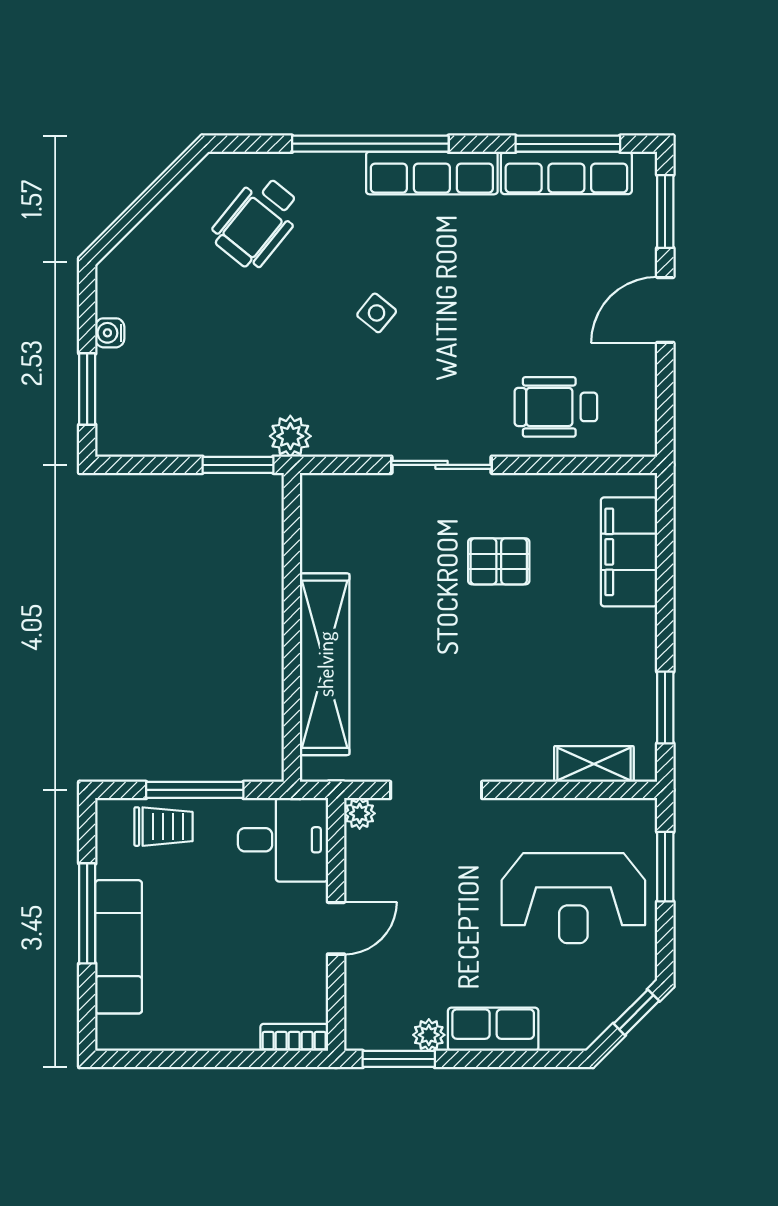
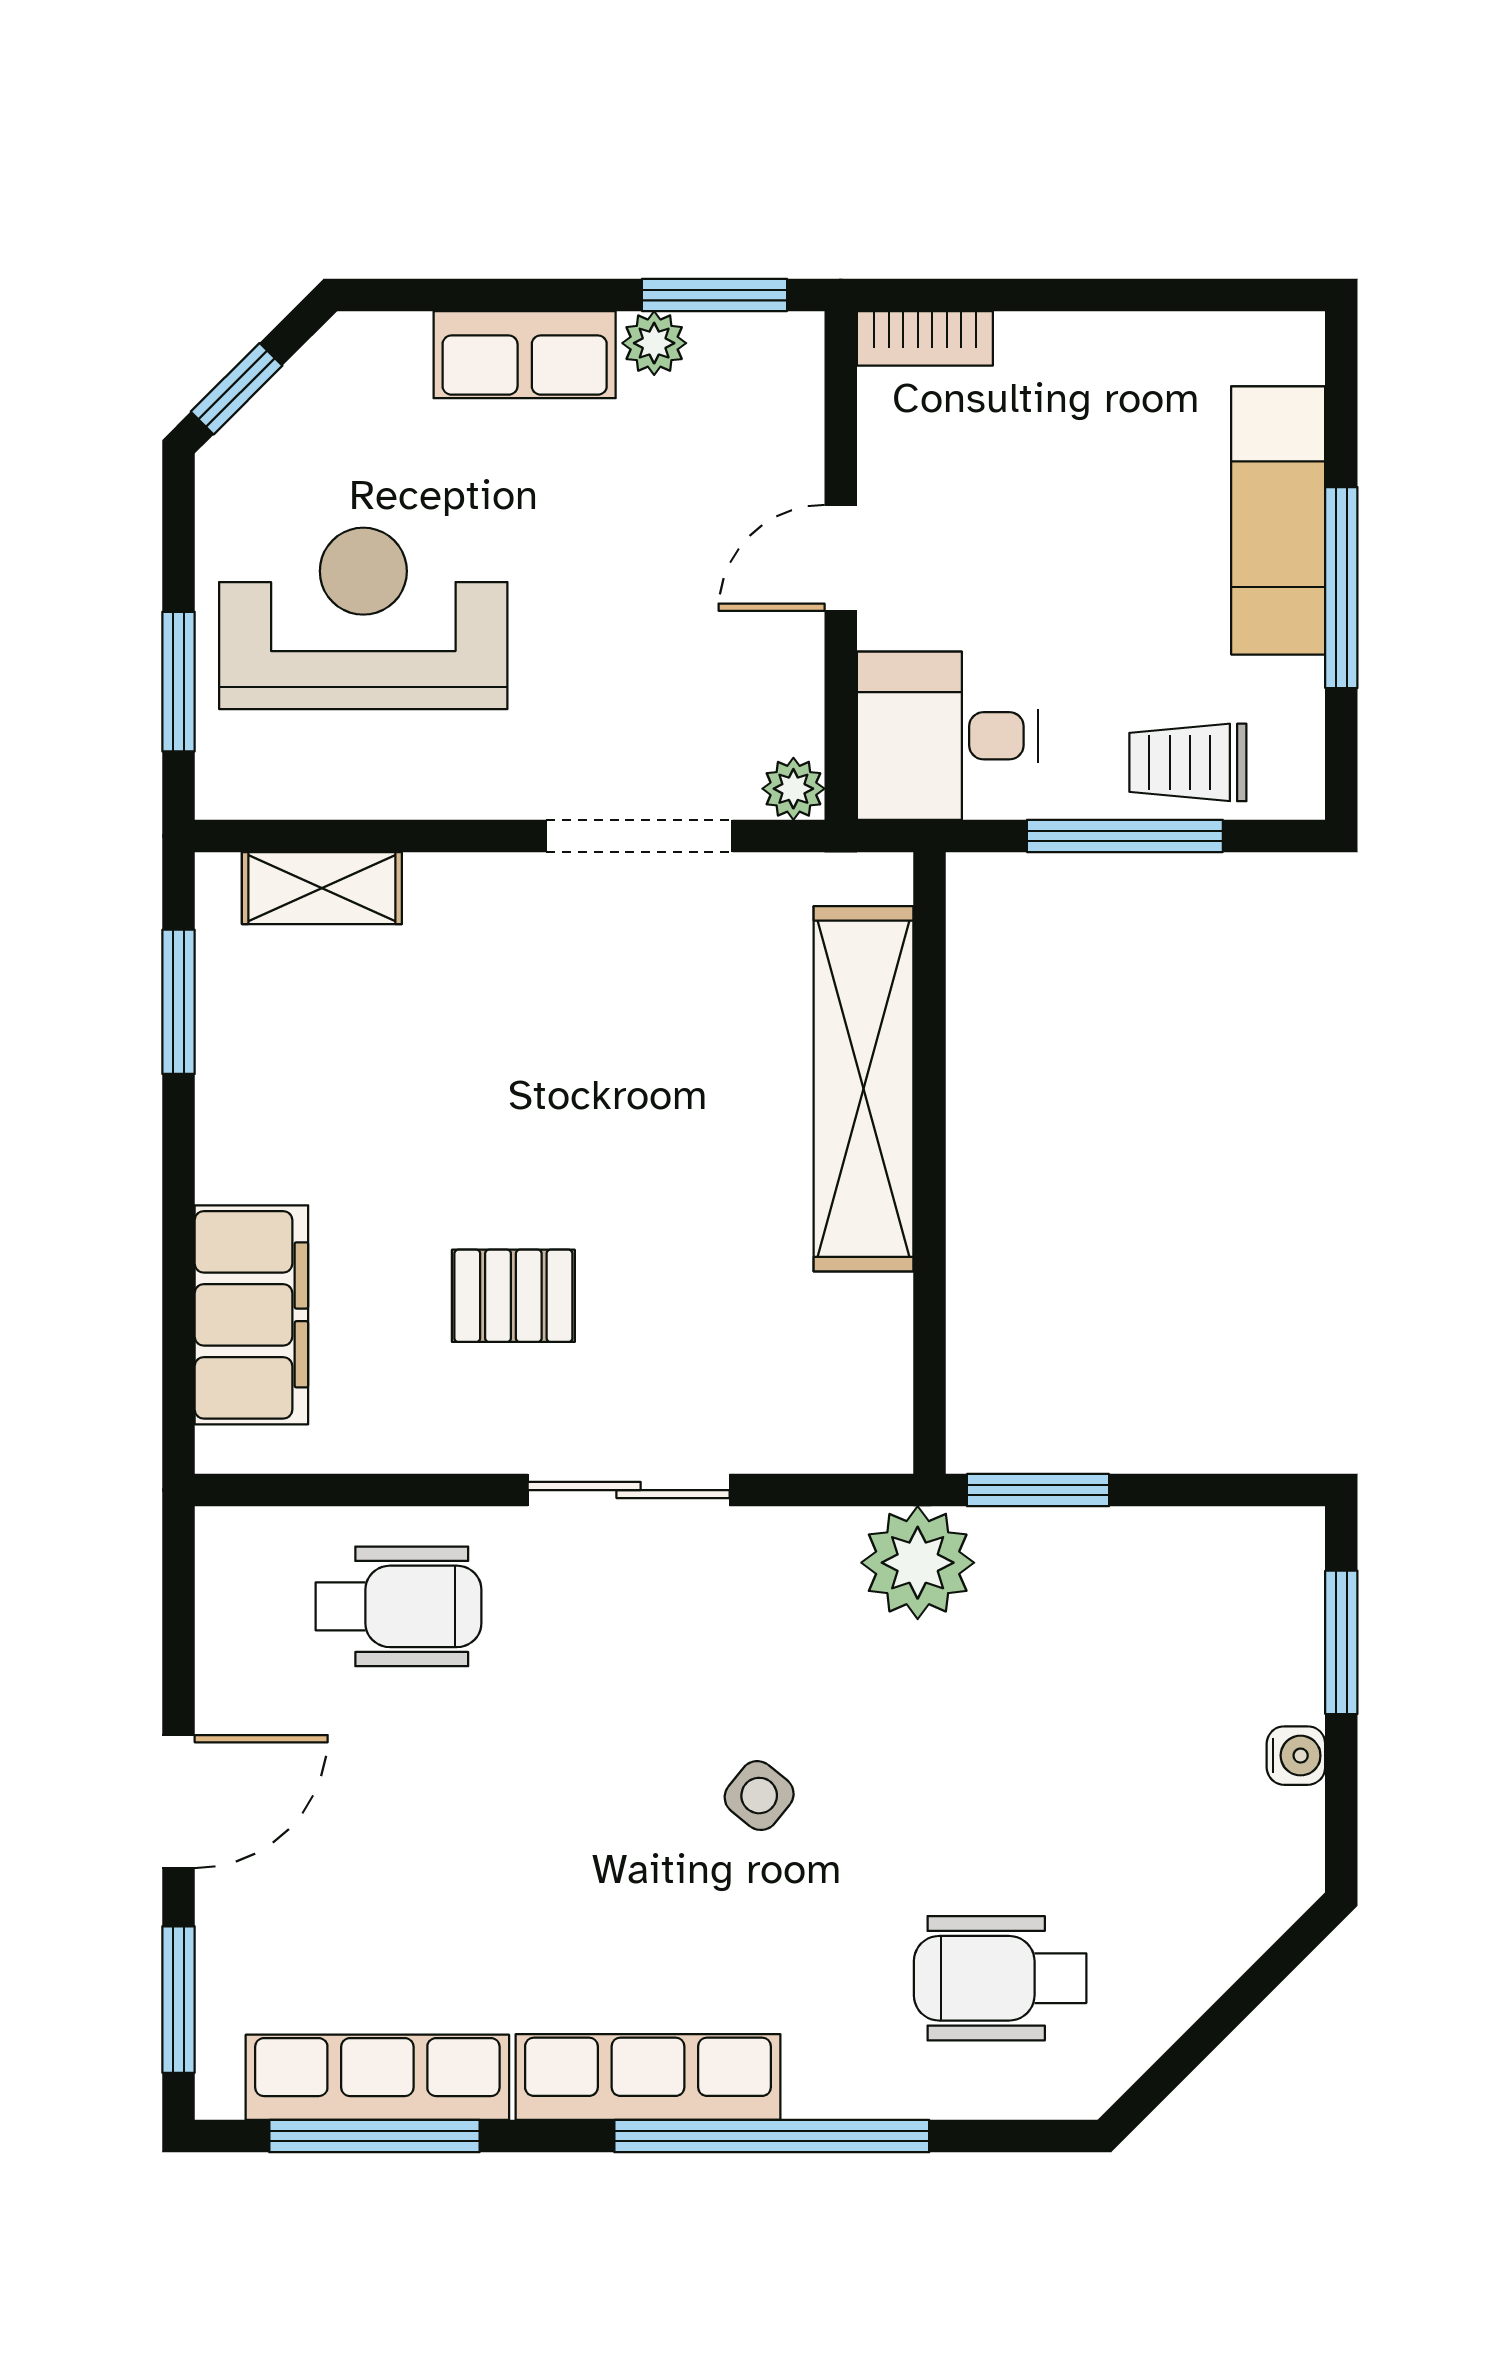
wheelchair: (257, 222) -> (1000, 1978), turned -129
plant: (290, 436) -> (918, 1563), width x1.36, depth x1.36

